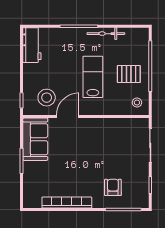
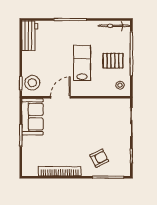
bicycle: (106, 34) -> (114, 26), moved
stool: (47, 98) -> (32, 83), moved
armchair: (113, 187) -> (99, 158), turned 63

